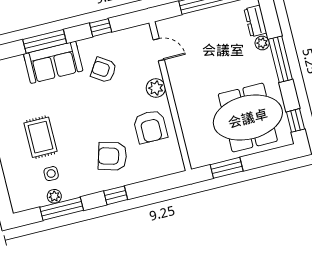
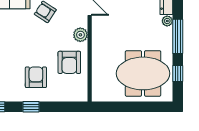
window: (296, 120) -> (178, 73), moved
armchair: (112, 156) -> (36, 77), turned 74
window: (227, 168) -> (118, 107), removed

